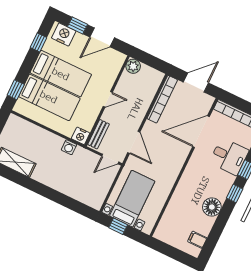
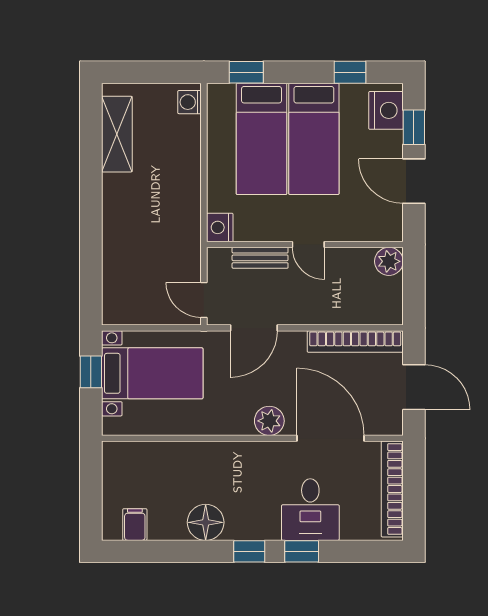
bench: (98, 134) -> (260, 258), moved
washing machine: (69, 147) -> (190, 102), moved
plant: (180, 156) -> (269, 421), added

